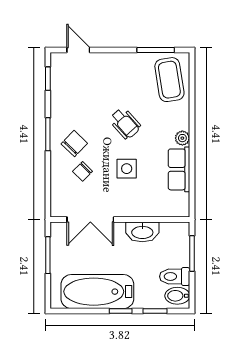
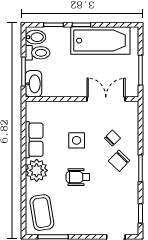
wheelchair: (125, 123) -> (78, 177), turned -48
plant: (182, 138) -> (37, 170), width x1.87, depth x1.87
washbasin: (142, 232) -> (34, 84), moved, turned 90

